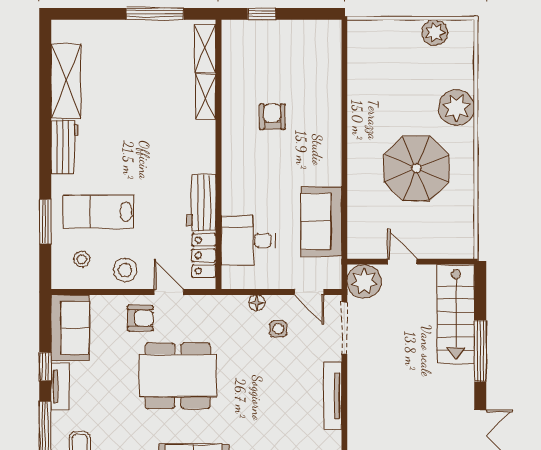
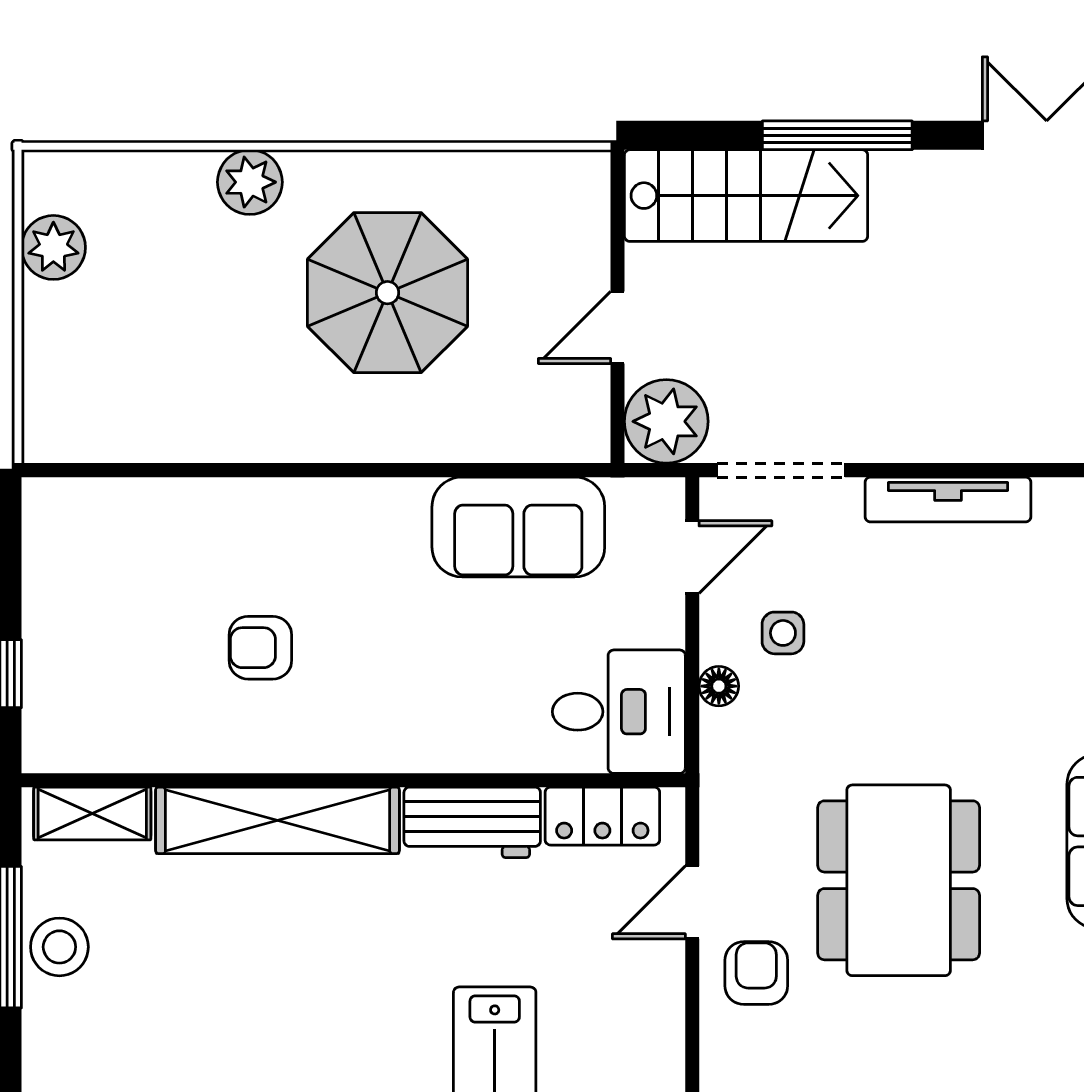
shelving: (206, 97) -> (277, 820), width x2.20, depth x1.33
plant: (457, 108) -> (250, 182), width x0.73, depth x0.73
desk: (248, 240) -> (619, 712), moved, turned -90
stool: (125, 270) -> (59, 947), moved

